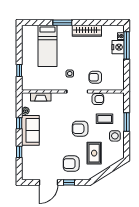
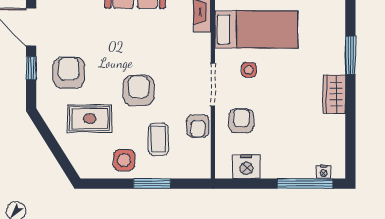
wardrobe: (87, 31) -> (334, 94), width x0.67
bed: (47, 46) -> (256, 29), moved, turned 180
nightstand: (118, 47) -> (246, 166), moved

